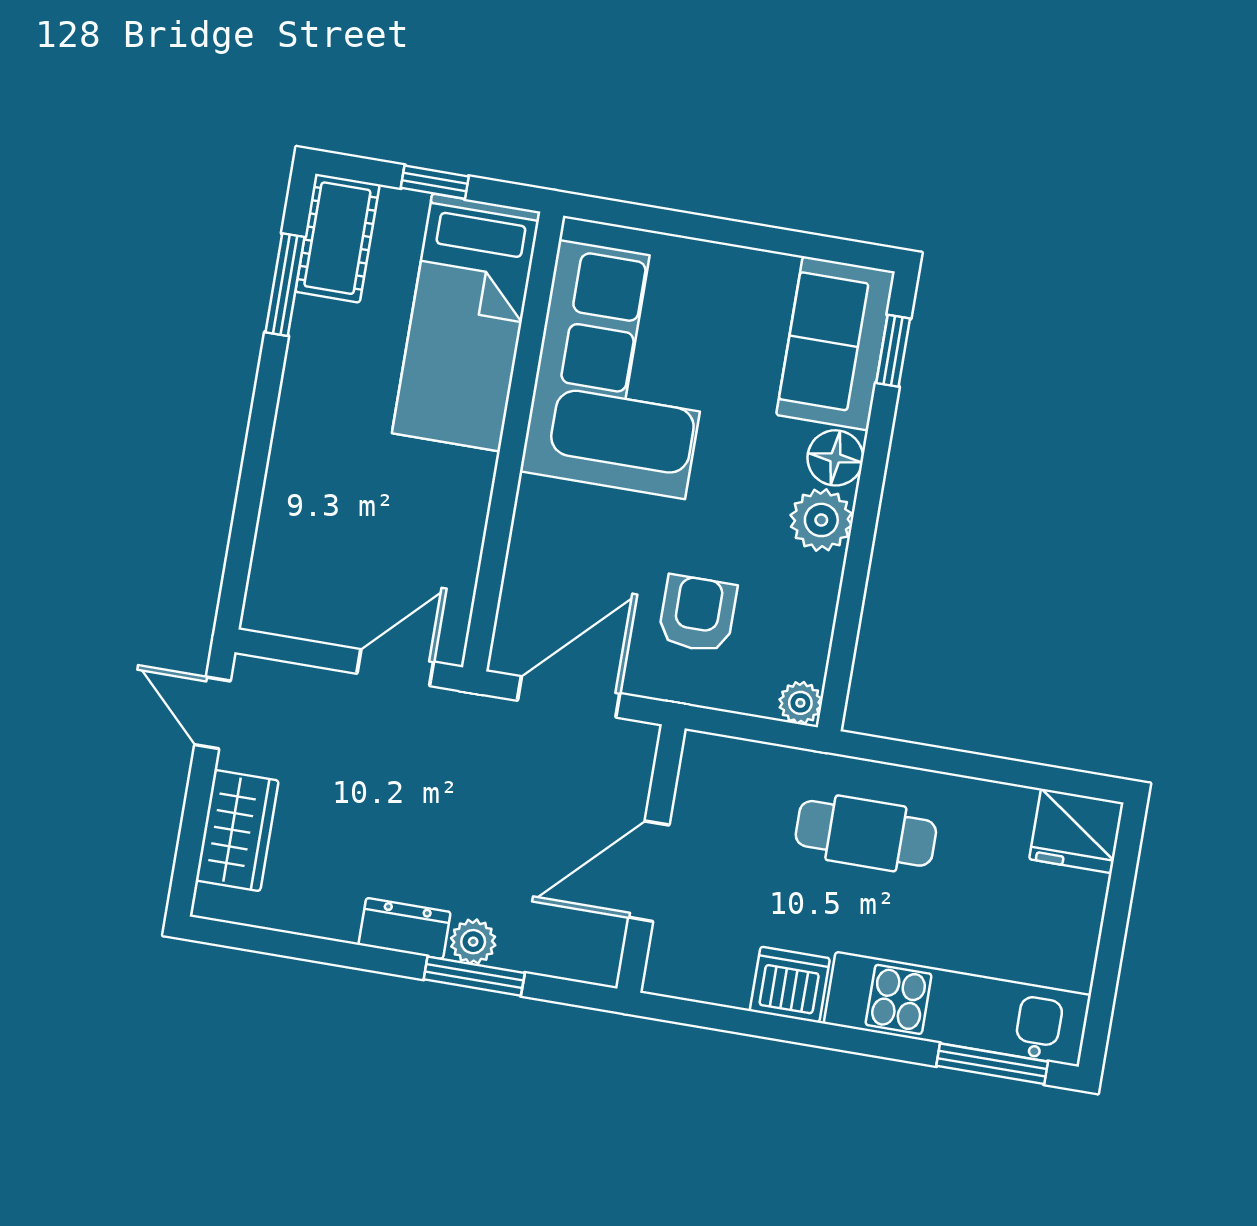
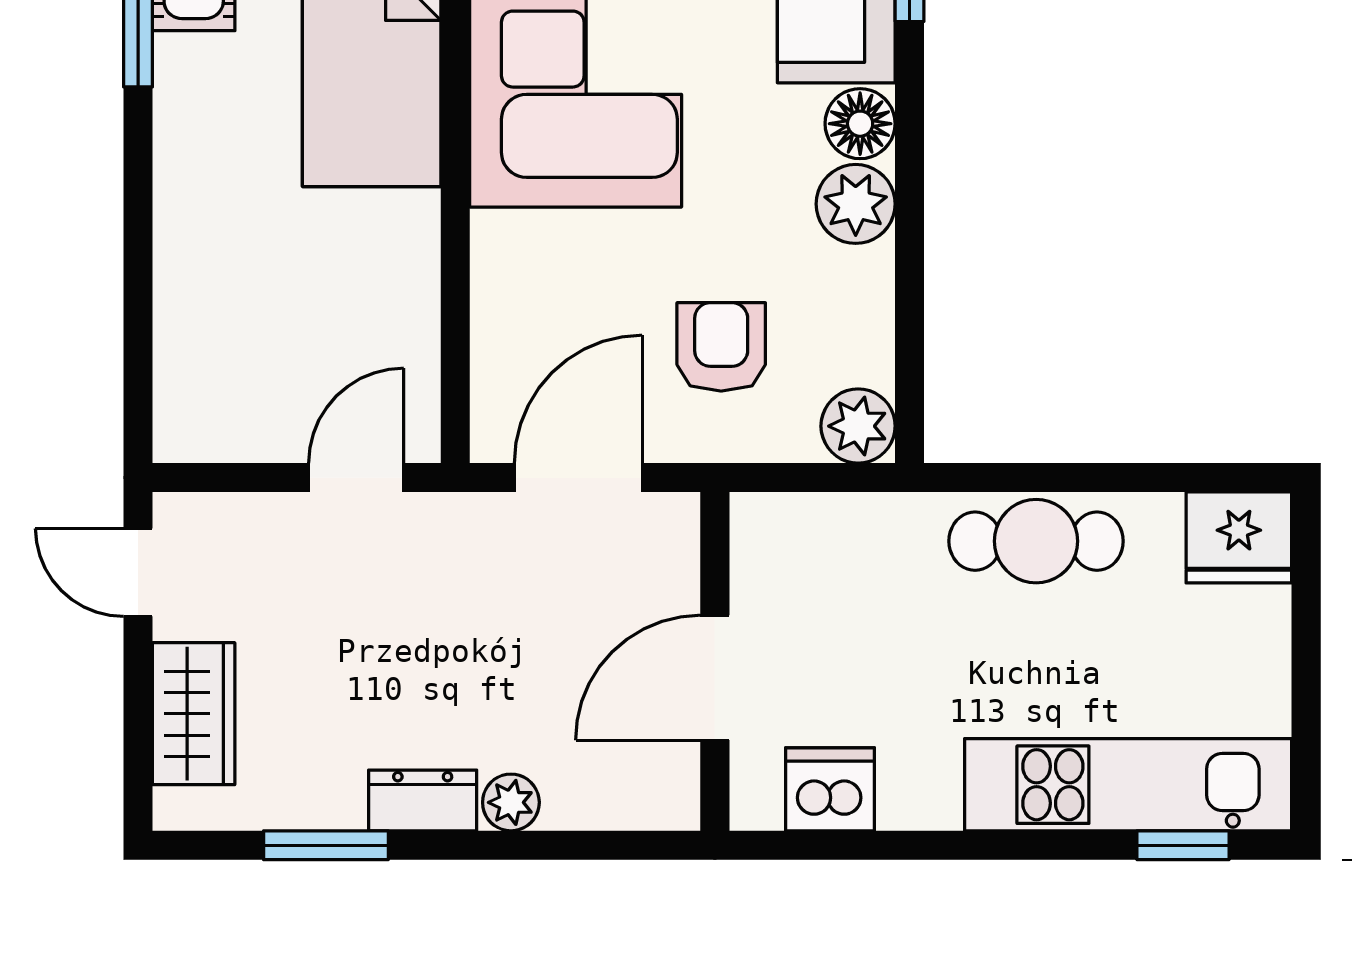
plant: (800, 703) -> (858, 426), width x1.38, depth x1.38
cafe table: (866, 833) -> (1036, 541), moved
window: (474, 976) -> (326, 845), moved
dishwasher: (790, 985) -> (830, 789), moved
window: (992, 1064) -> (1183, 845), width x0.67

